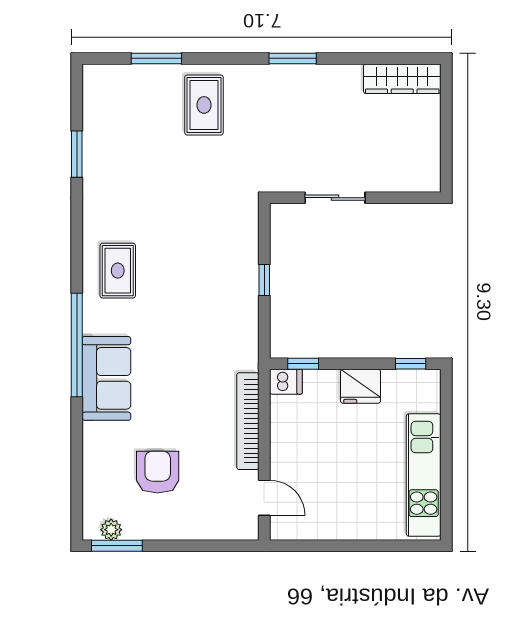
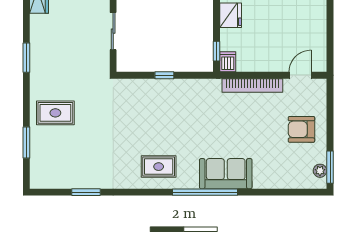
armchair: (158, 472) -> (301, 129), moved

